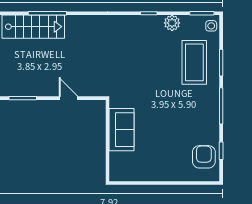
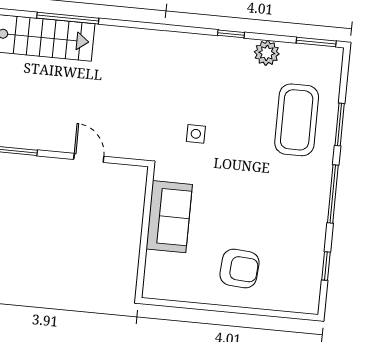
side table: (211, 26) -> (196, 134), moved
armchair: (204, 157) -> (239, 269), moved, turned 94

